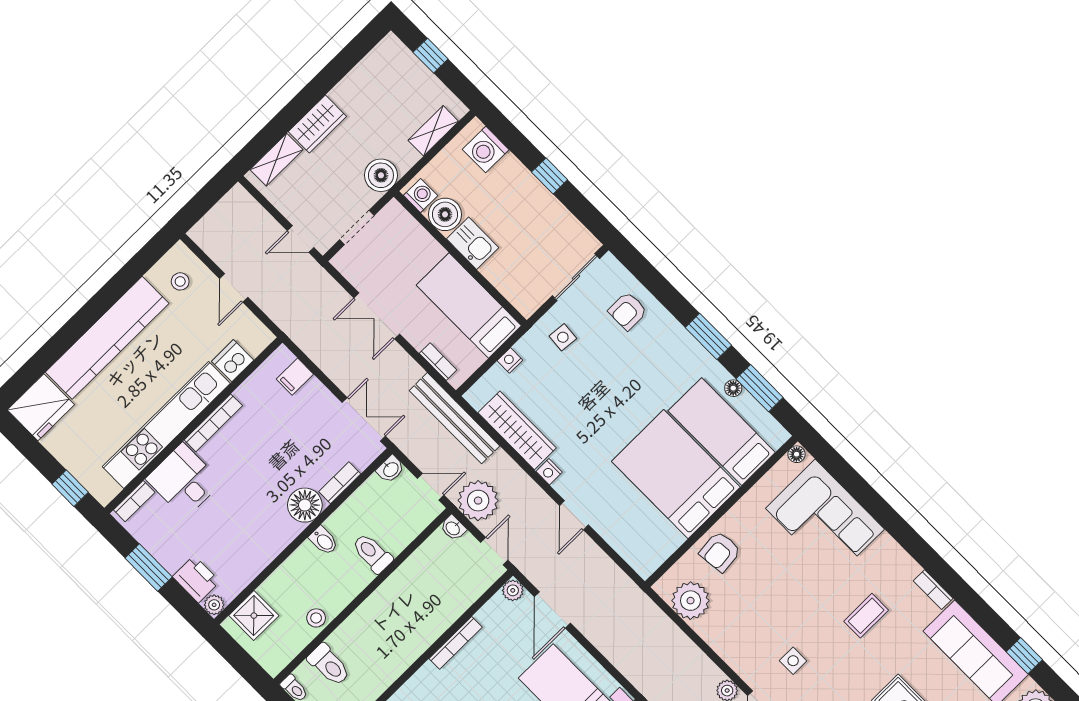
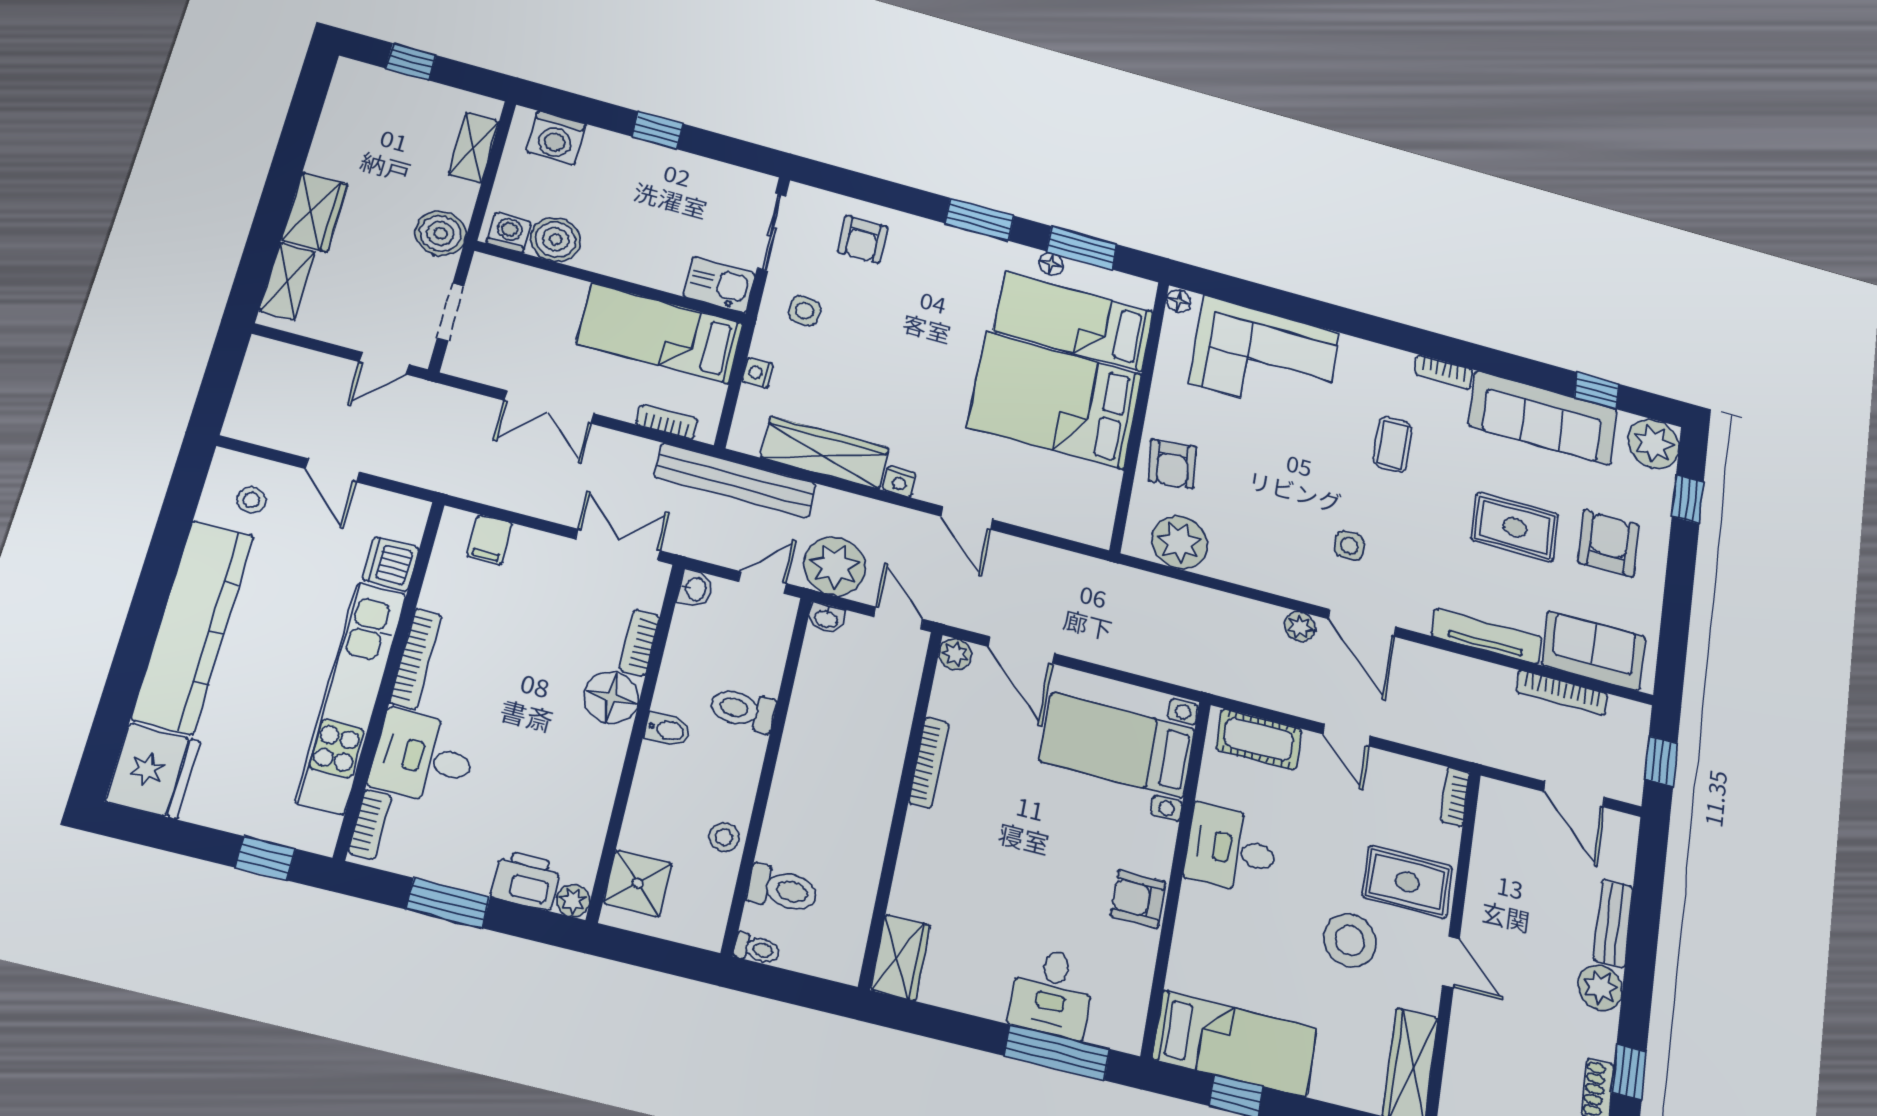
kitchen sink: (473, 243) -> (719, 285), moved

